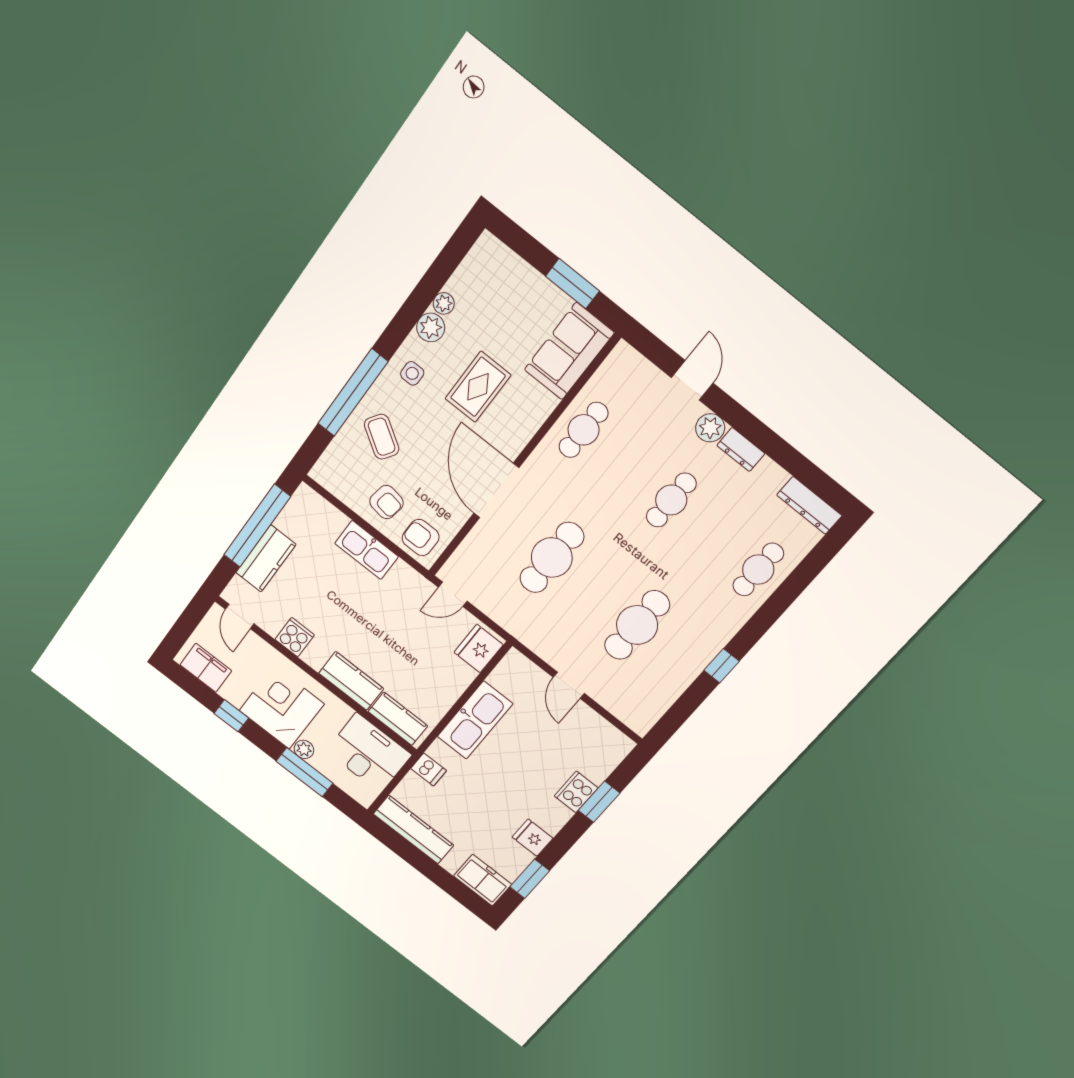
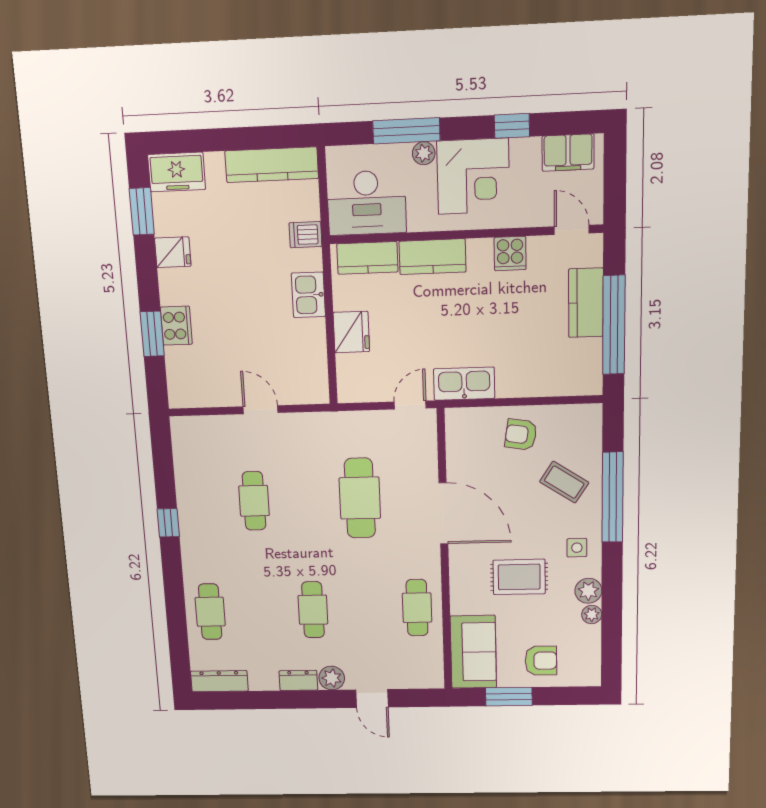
rug: (478, 387) -> (519, 577), turned 90
armchair: (421, 538) -> (541, 661), moved
kitchen sink: (367, 550) -> (464, 384), moved
cafe table: (637, 625) -> (254, 501), width x0.73, depth x0.74
fridge: (479, 649) -> (351, 332), moved
kitchen sink: (475, 720) -> (308, 295), width x0.53, depth x0.81

